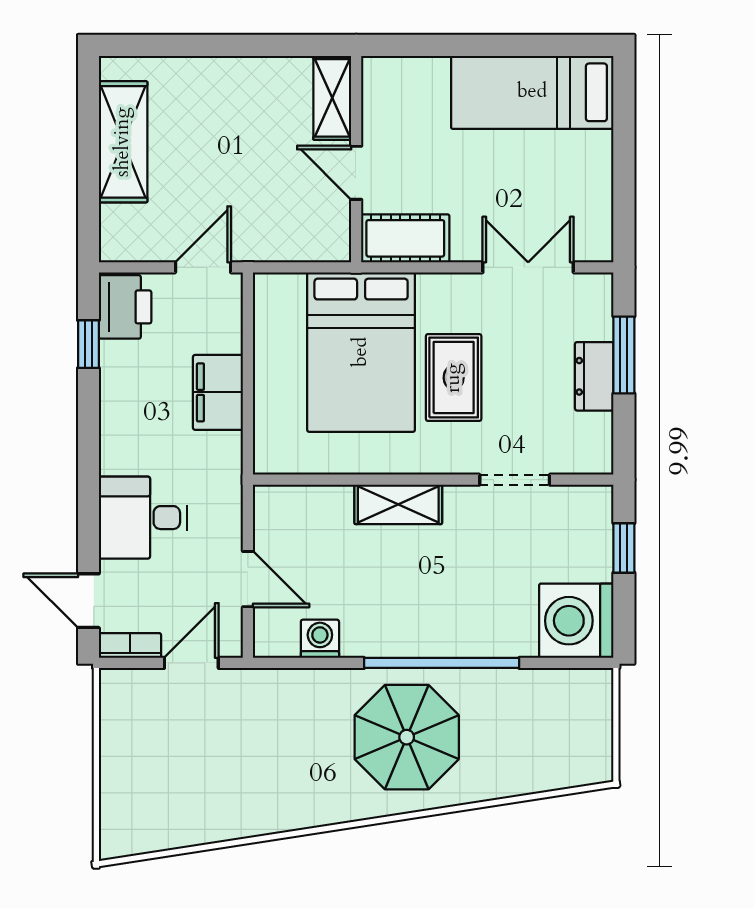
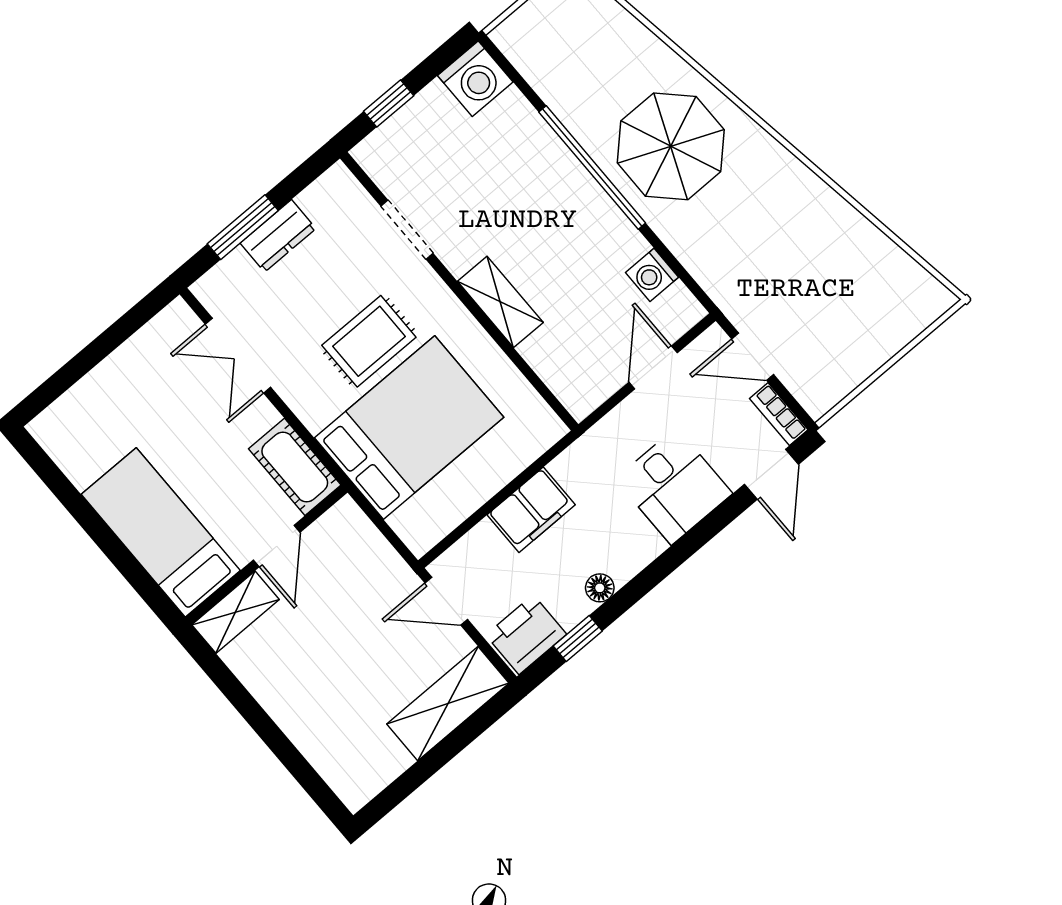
bed: (532, 92) -> (161, 532), moved, turned 180
shelving: (123, 142) -> (448, 704), moved
floor lamp: (113, 394) -> (600, 588), added
washing machine: (576, 621) -> (475, 79), width x0.73, depth x0.73

